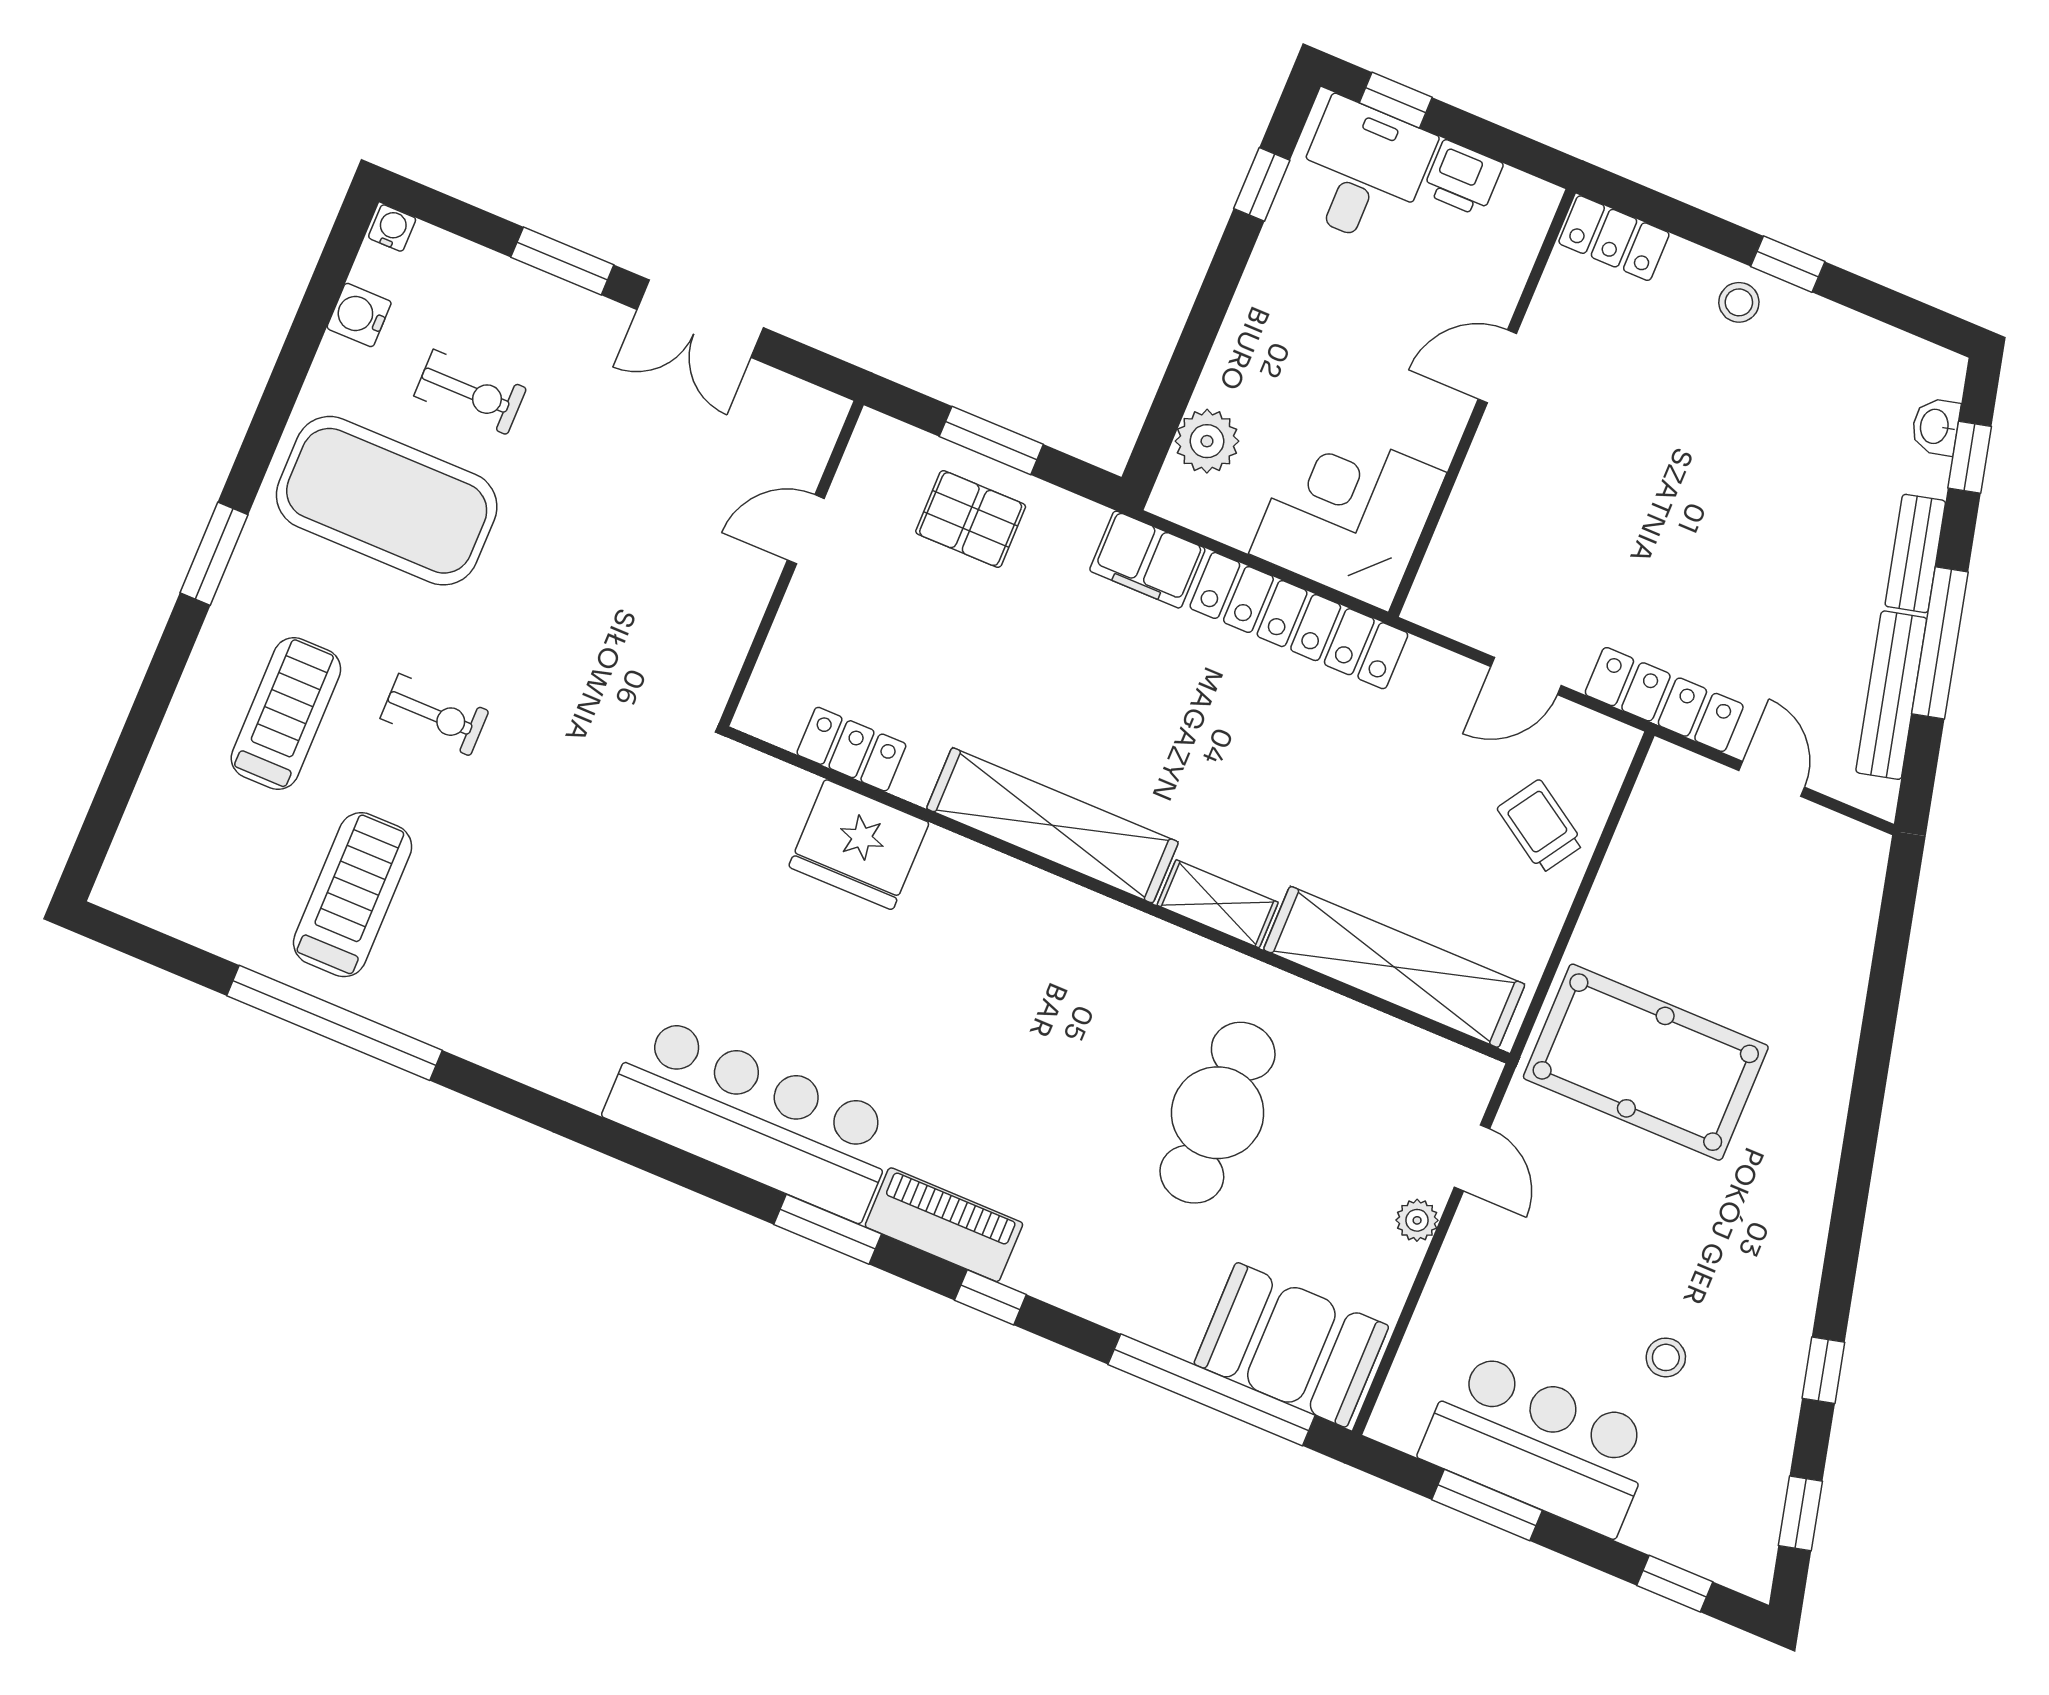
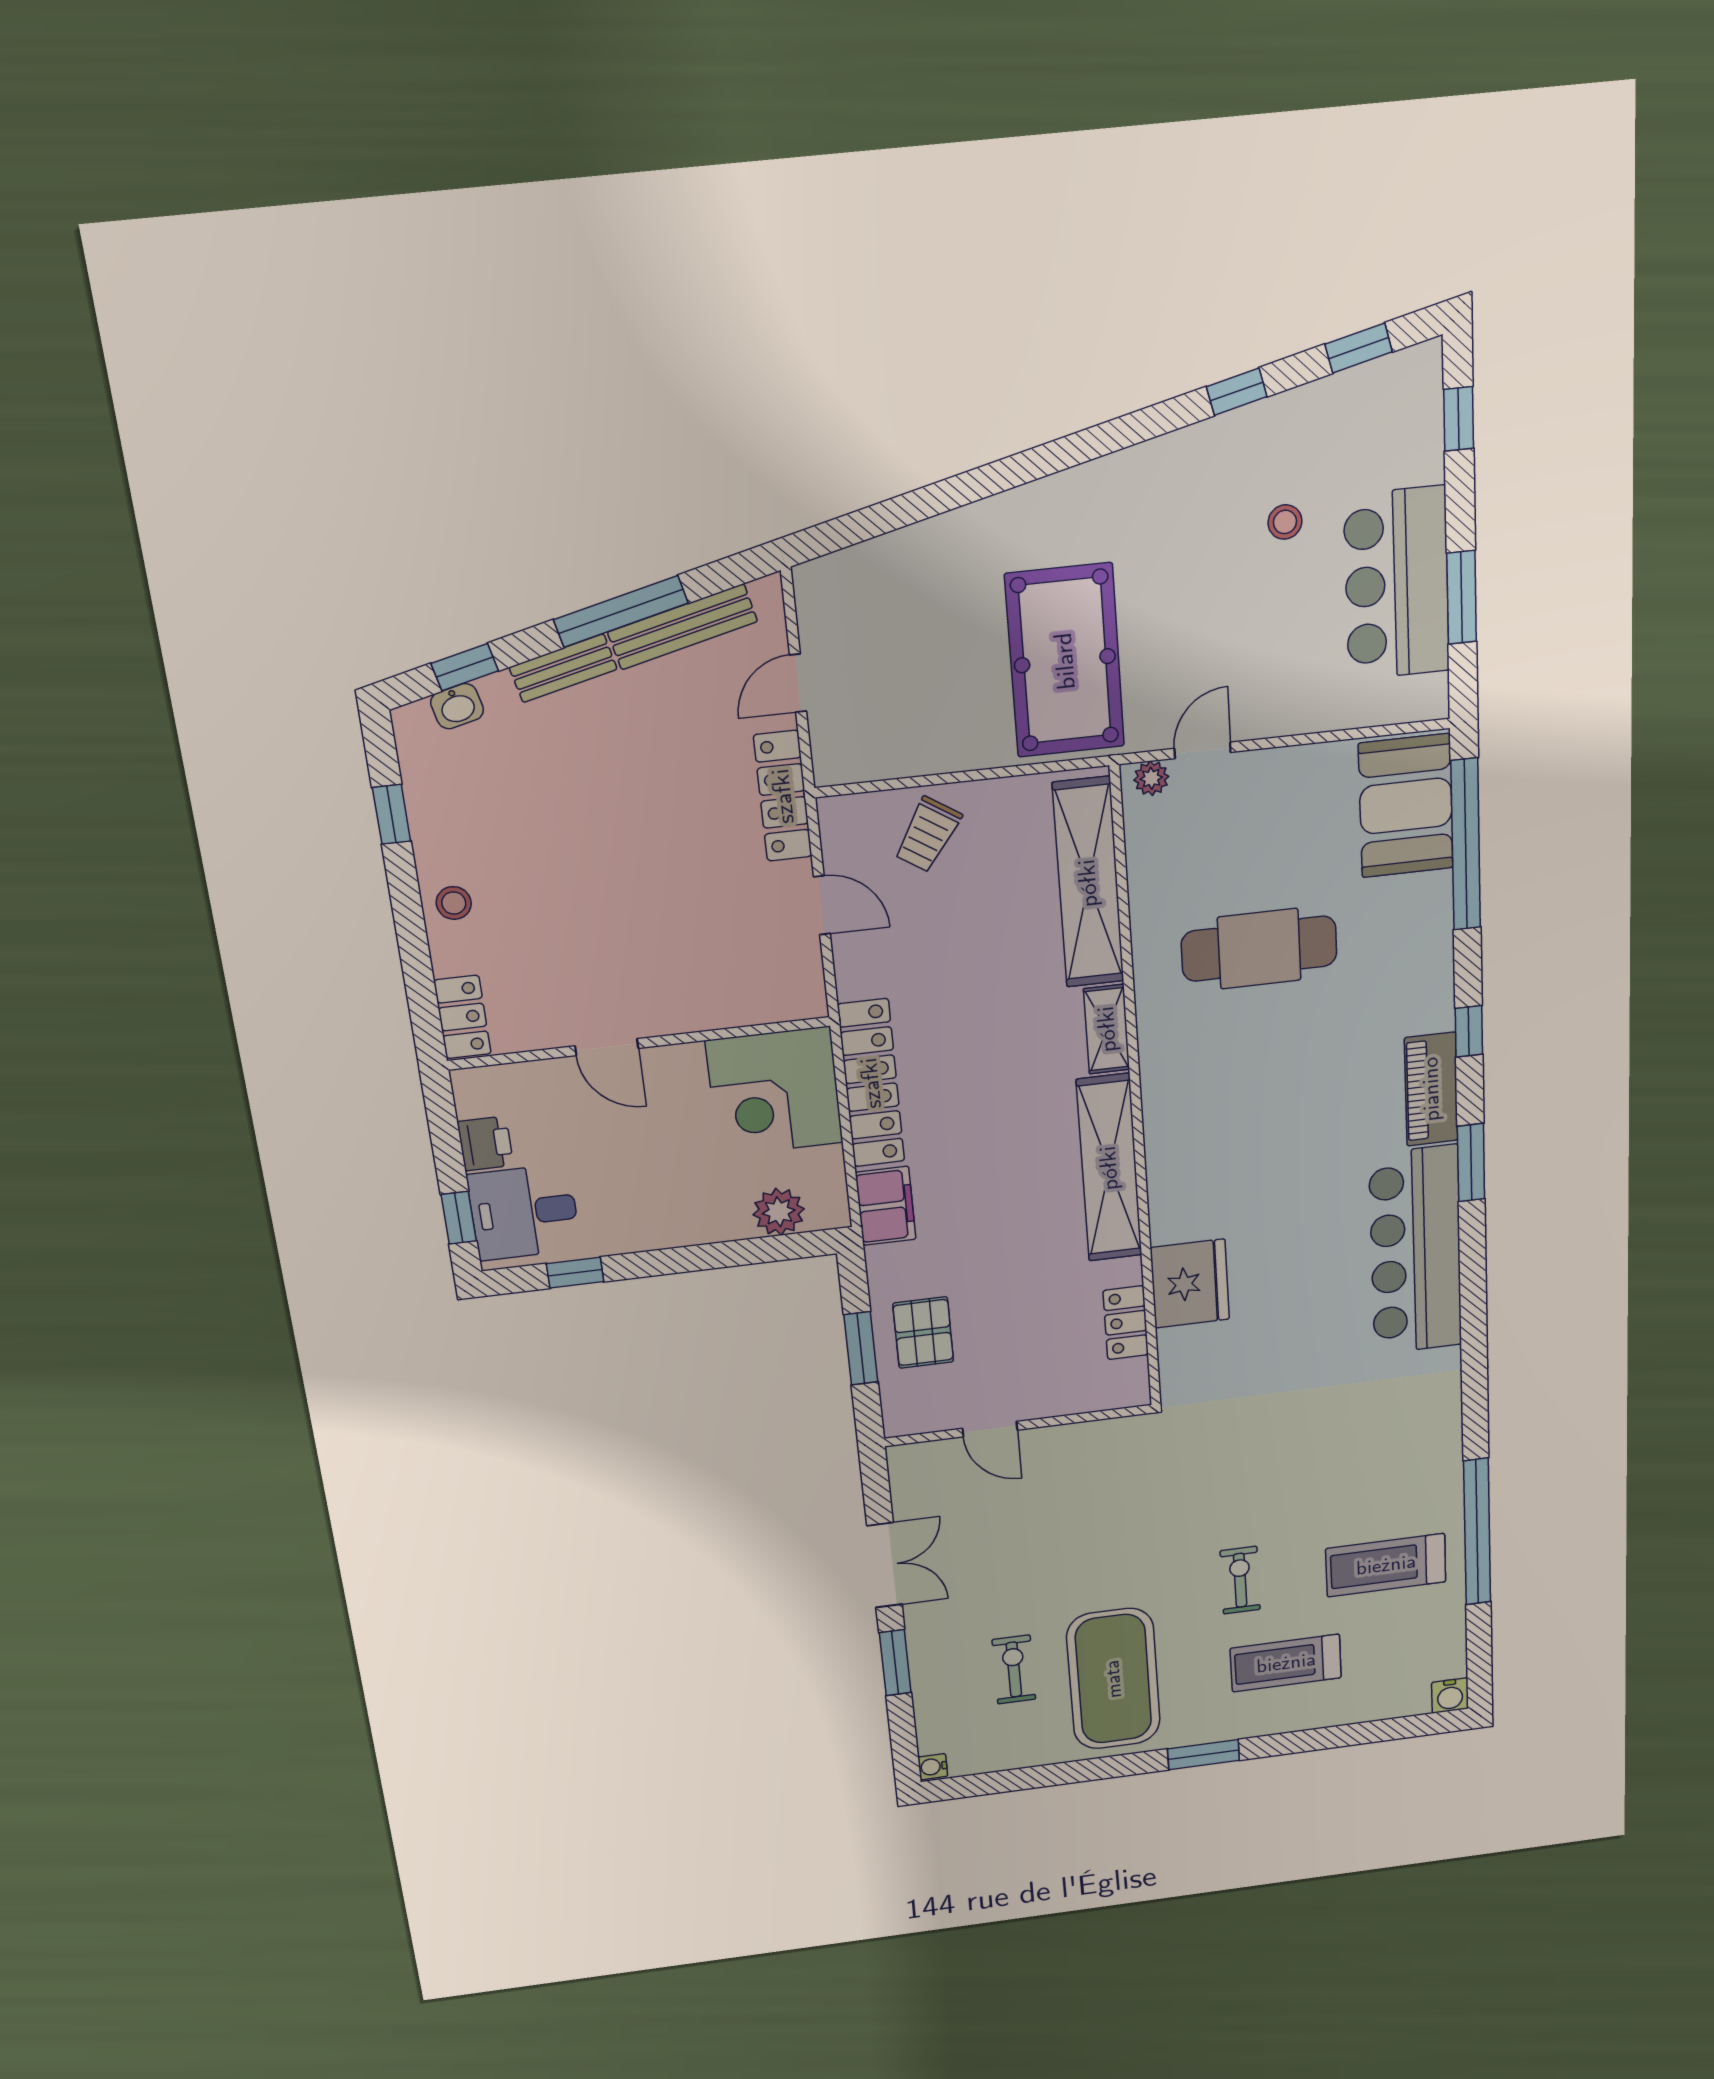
window: (1788, 264) -> (392, 814), moved
water cooler: (359, 315) -> (1450, 1695), moved
plant: (1417, 1220) -> (1151, 778), moved

